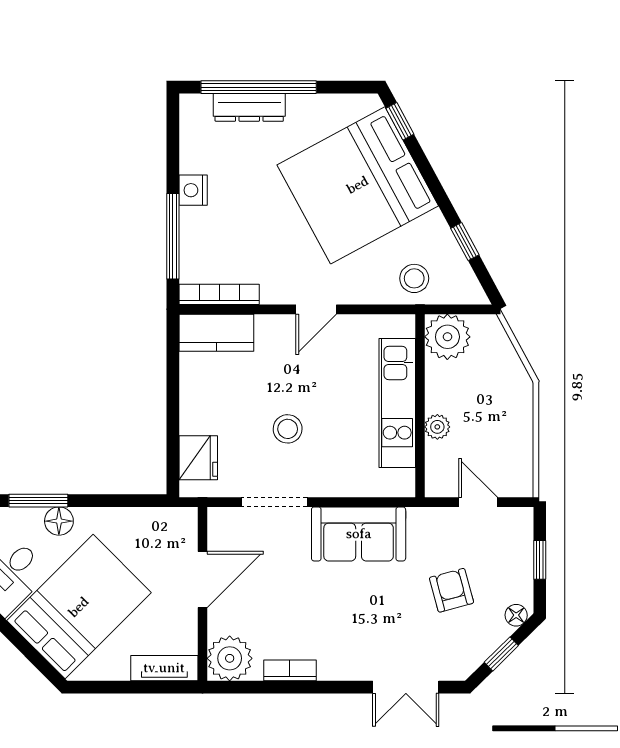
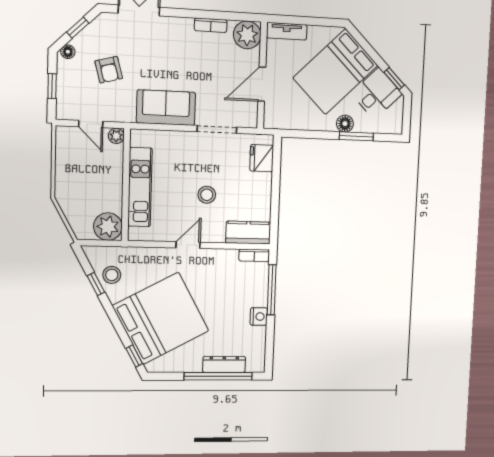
stool: (414, 278) -> (112, 275), moved
bookcase: (219, 294) -> (254, 255), width x0.64
plant: (437, 427) -> (116, 136), moved
stool: (288, 429) -> (207, 195), moved

